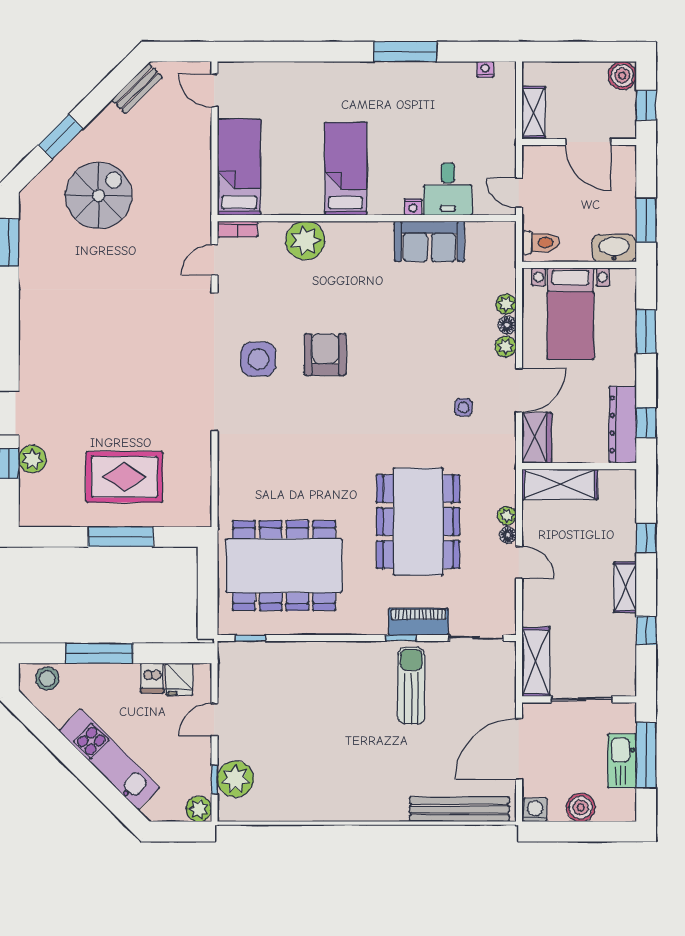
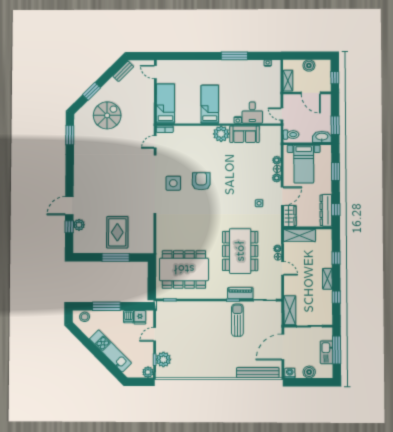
boiler: (622, 76) -> (309, 65), moved
plant: (305, 240) -> (221, 134), moved
rug: (124, 477) -> (117, 232), turned 90

